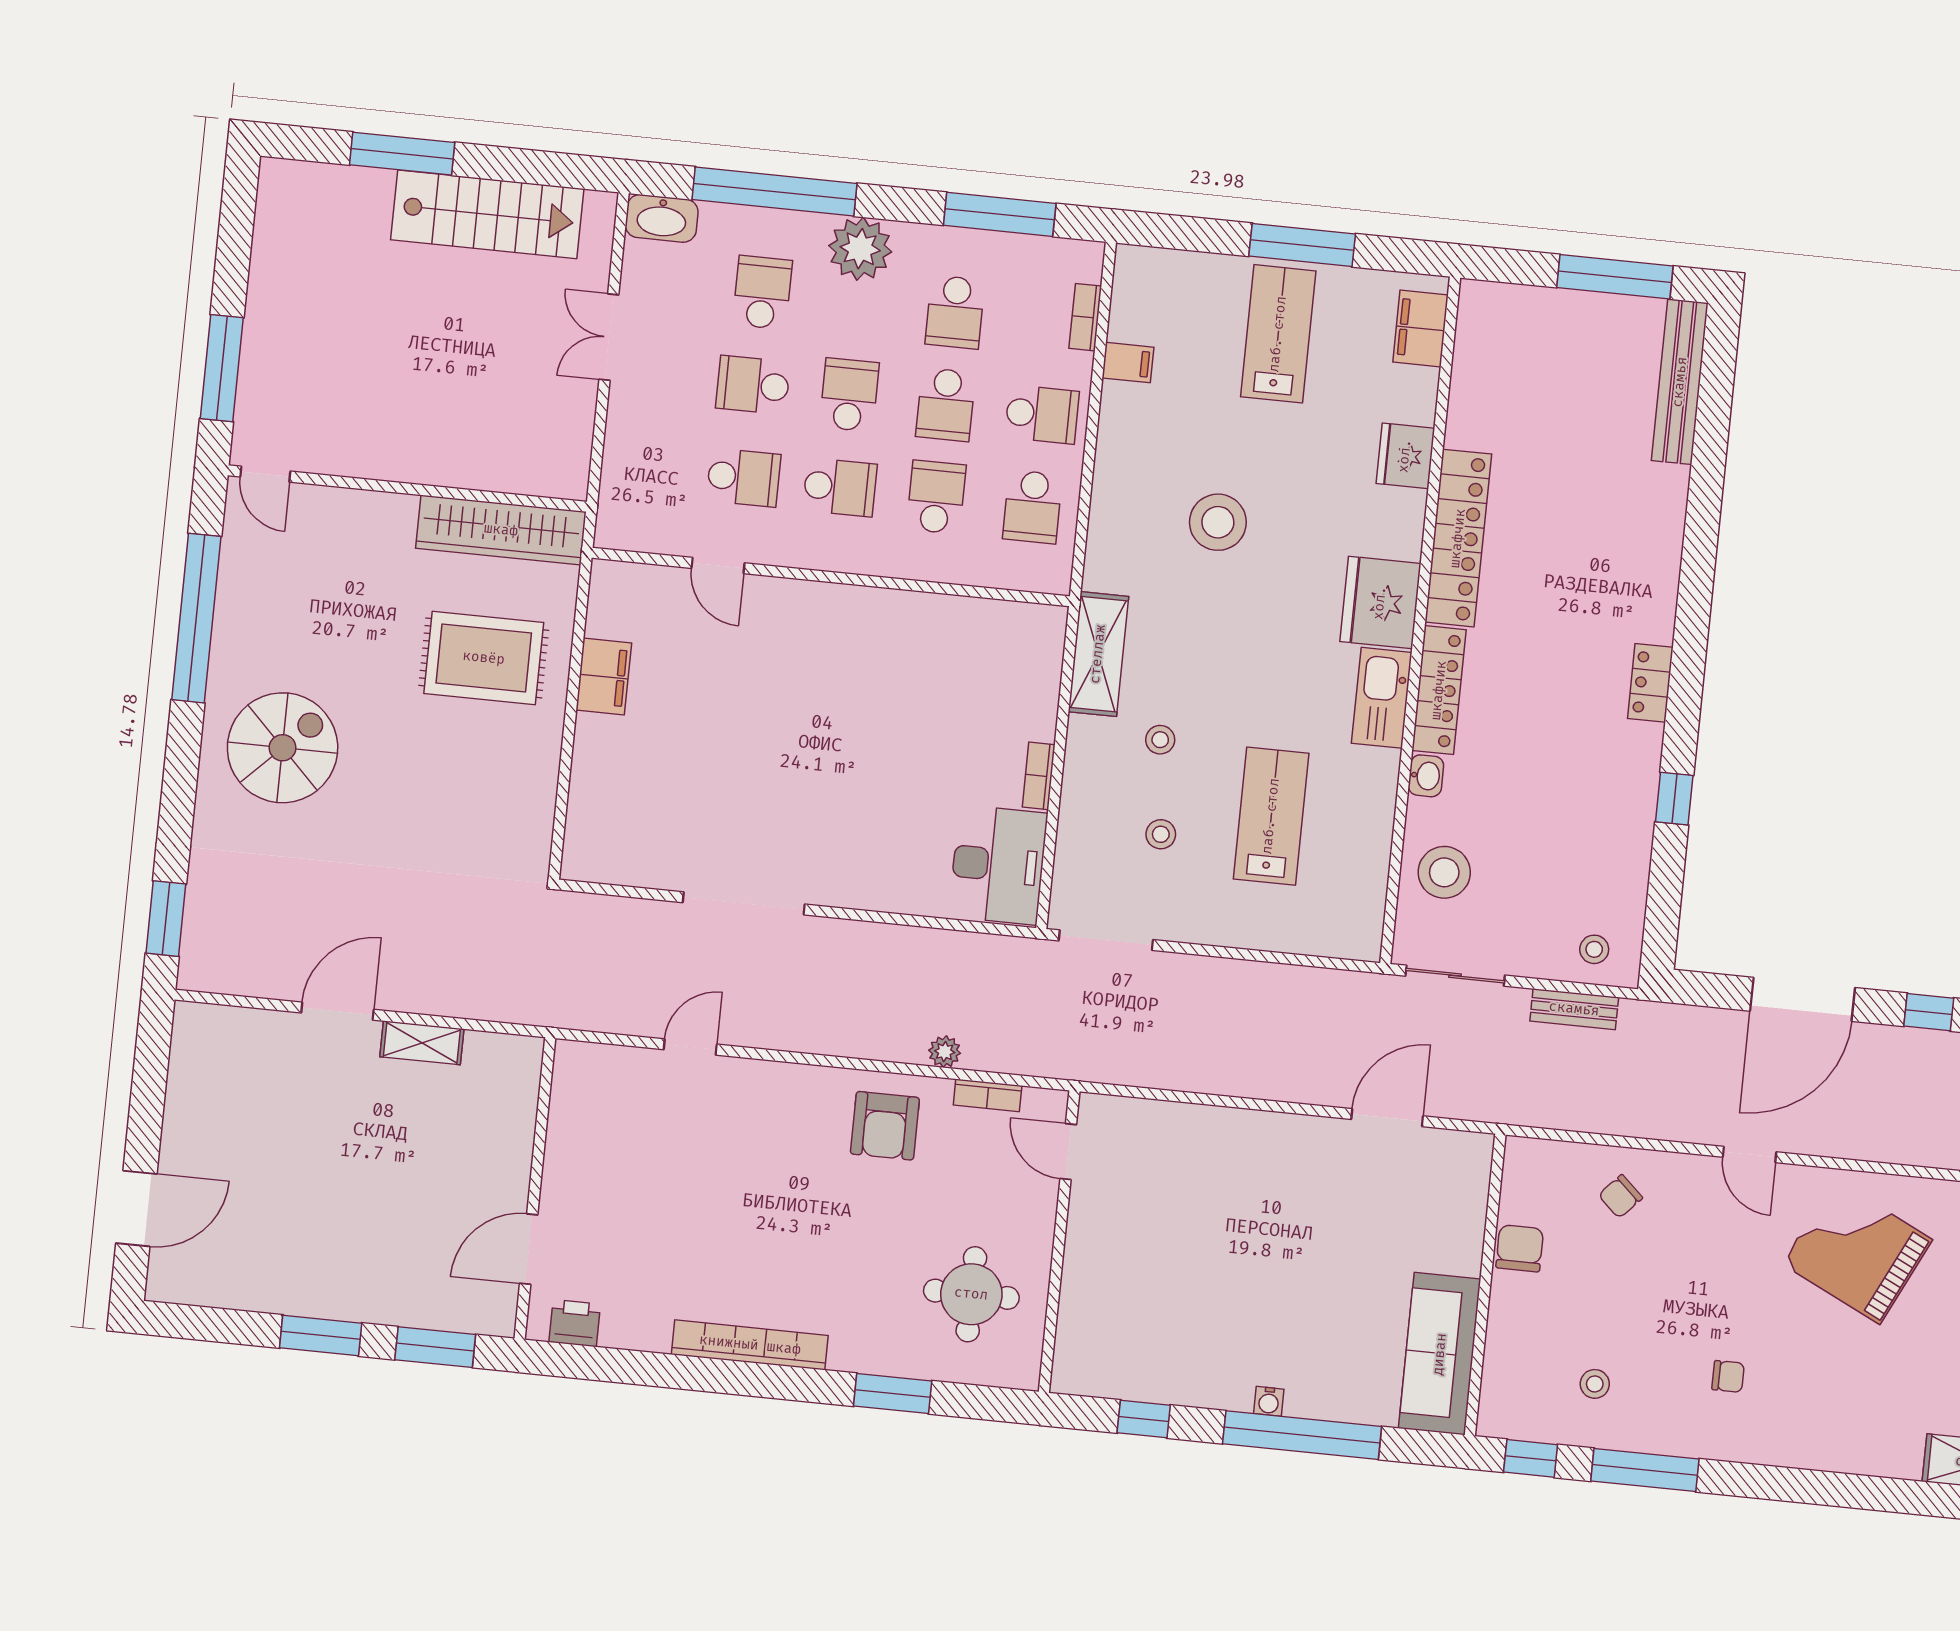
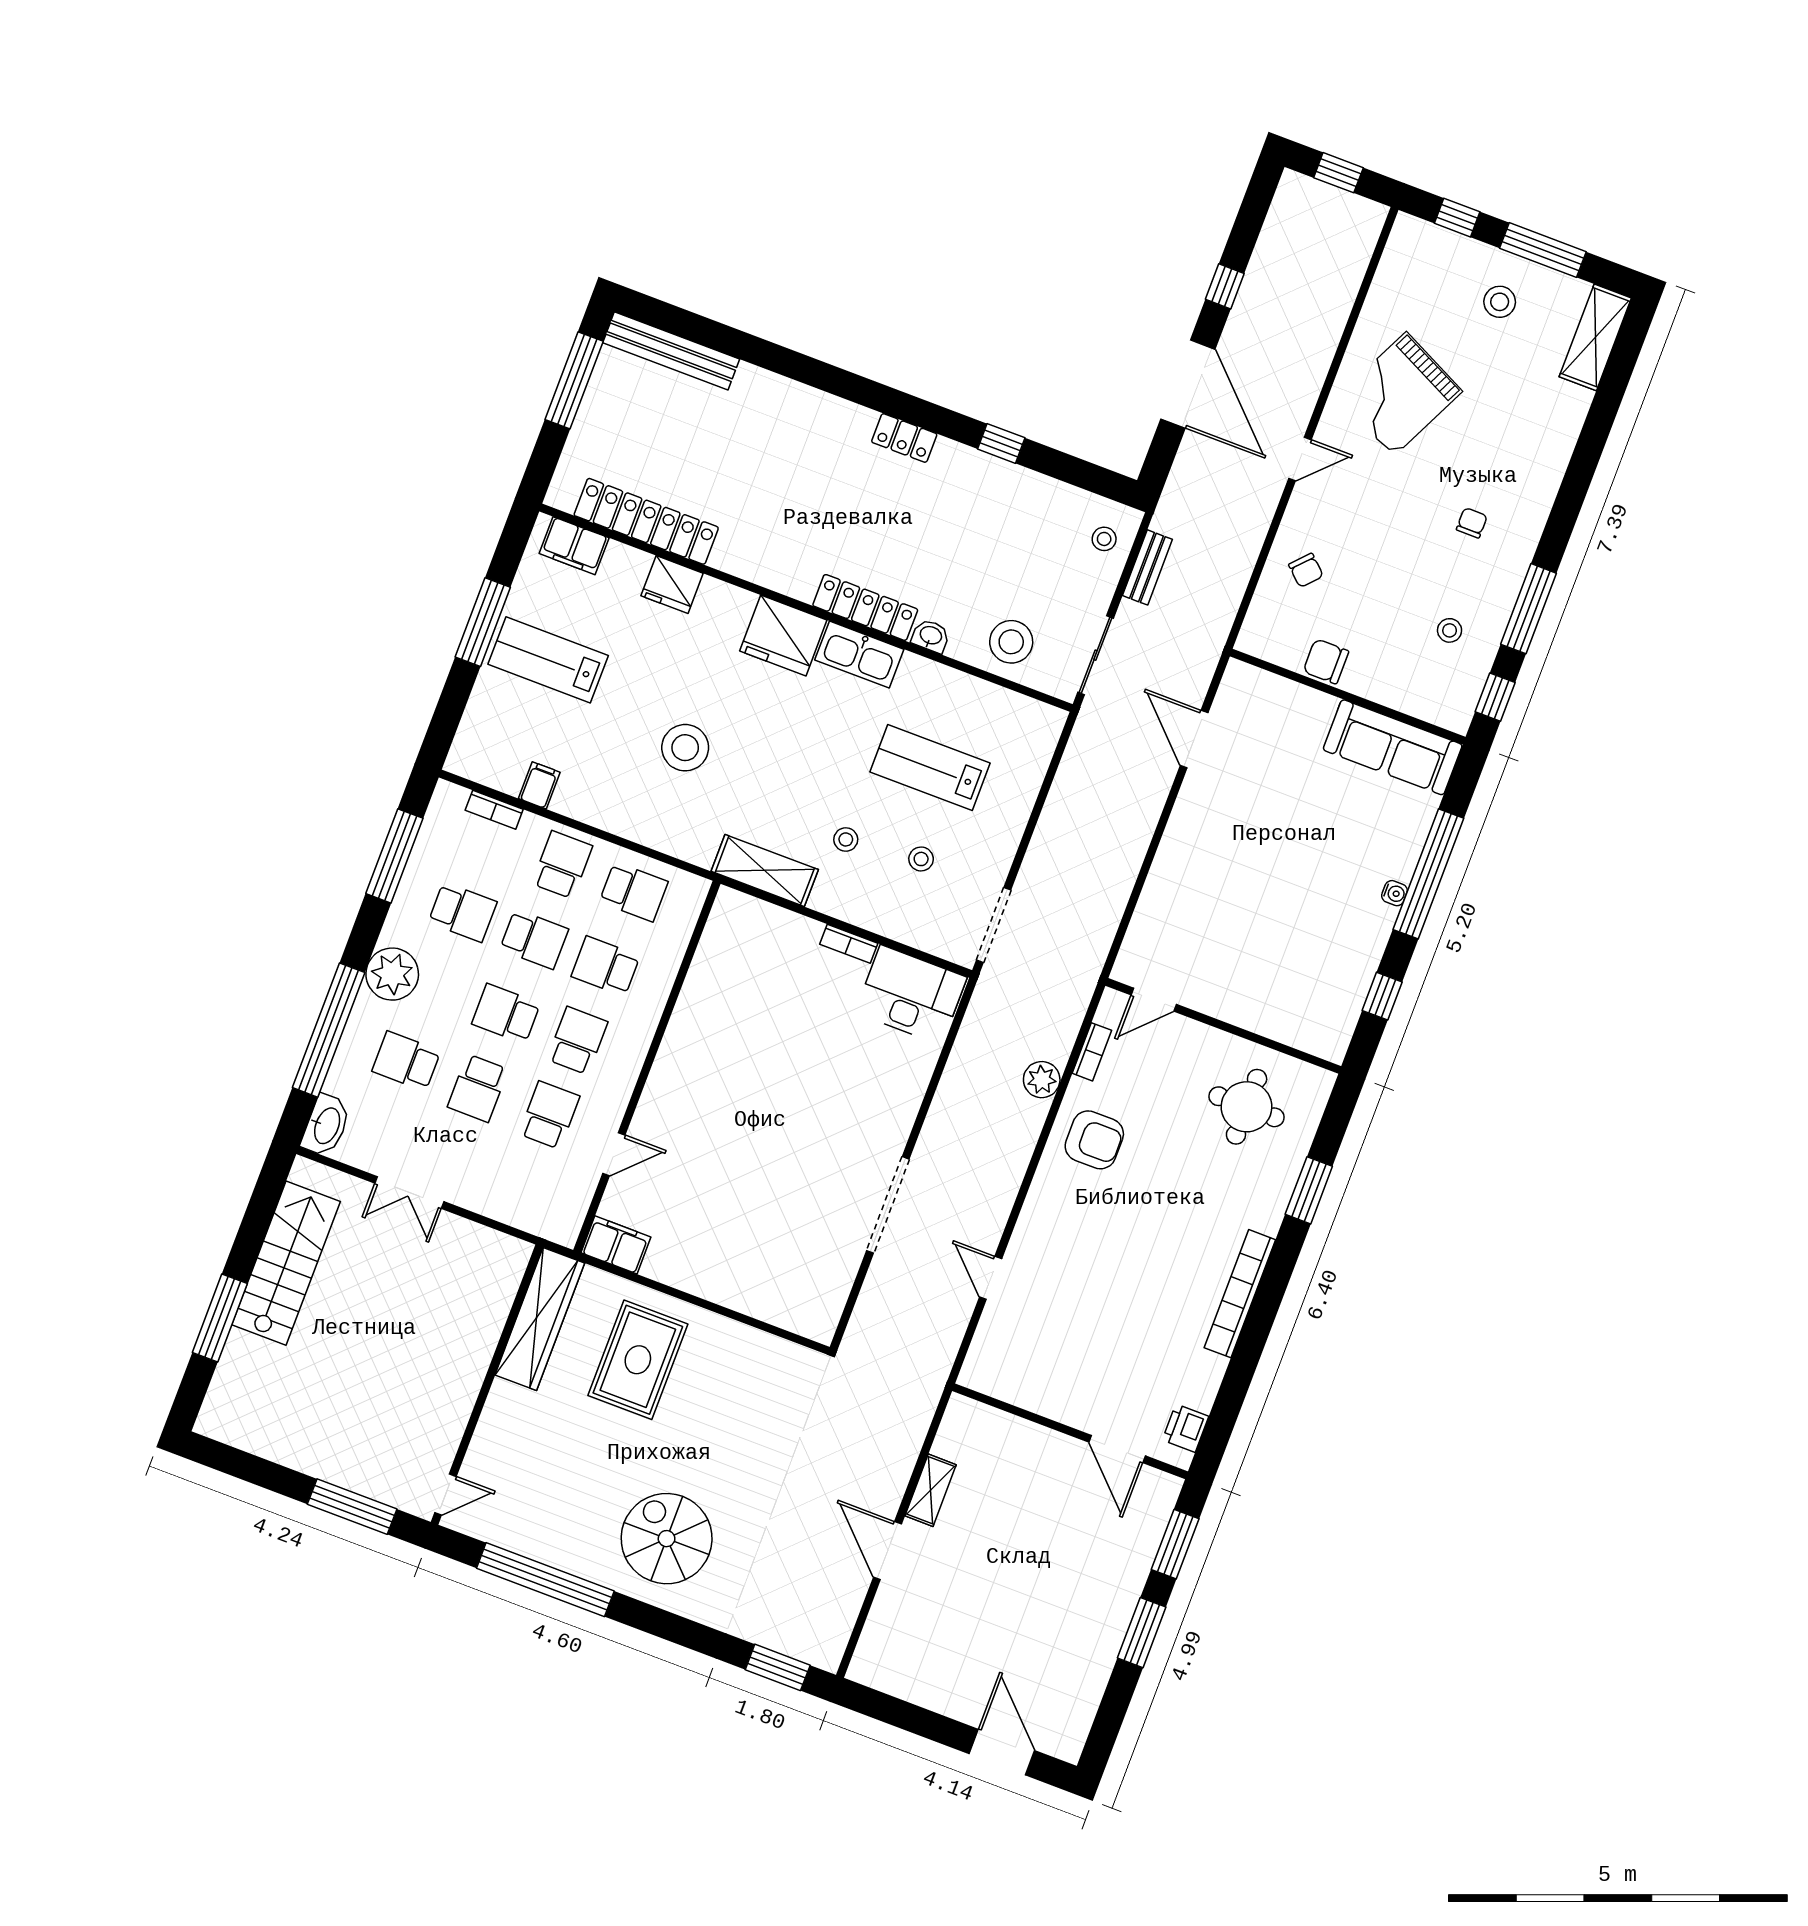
locker: (1458, 538) -> (646, 521), moved
filing cabinet: (604, 677) -> (616, 1245), moved
plant: (945, 1052) -> (1042, 1080), width x1.38, depth x1.38

